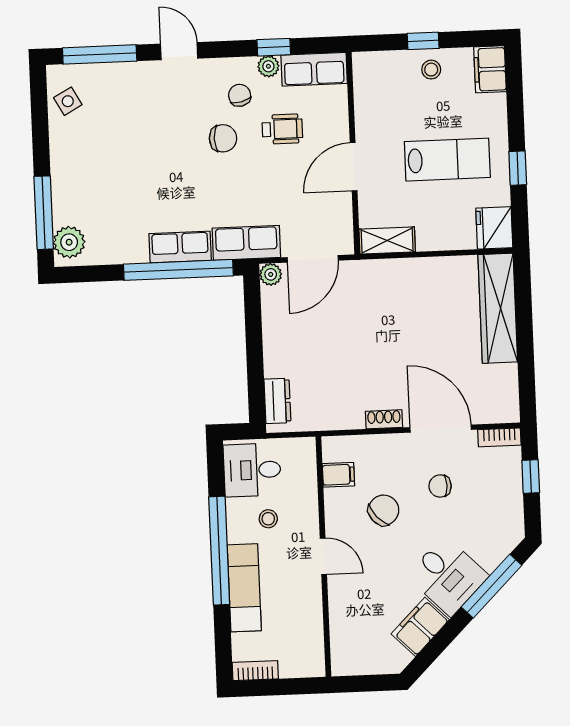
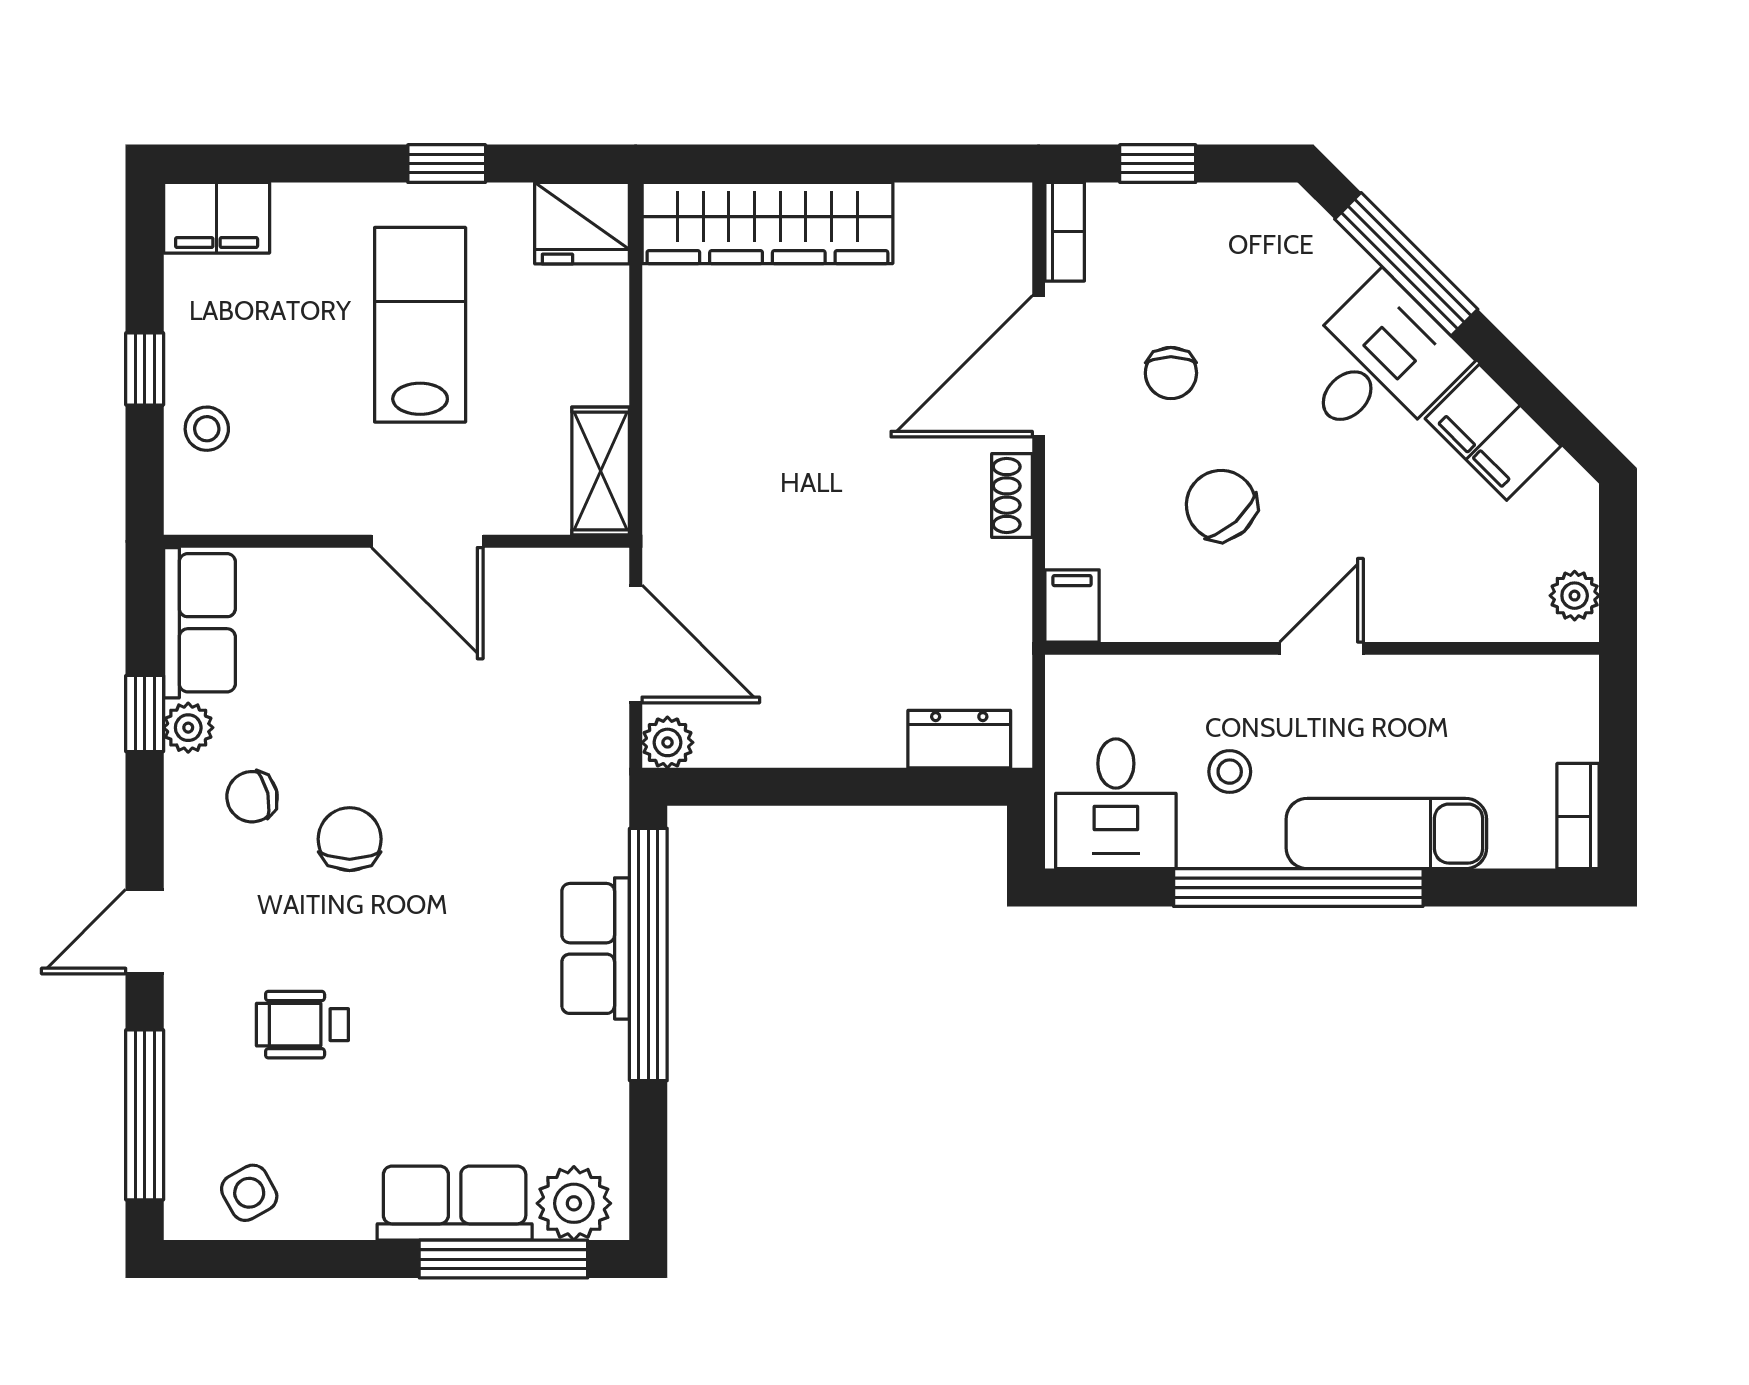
stool: (431, 70) -> (207, 429), moved
wheelchair: (282, 129) -> (302, 1025), moved, turned -90
row of seats: (246, 243) -> (455, 1203), moved, turned 90
filing cabinet: (338, 475) -> (1072, 606), moved
plant: (351, 665) -> (1575, 596), added

